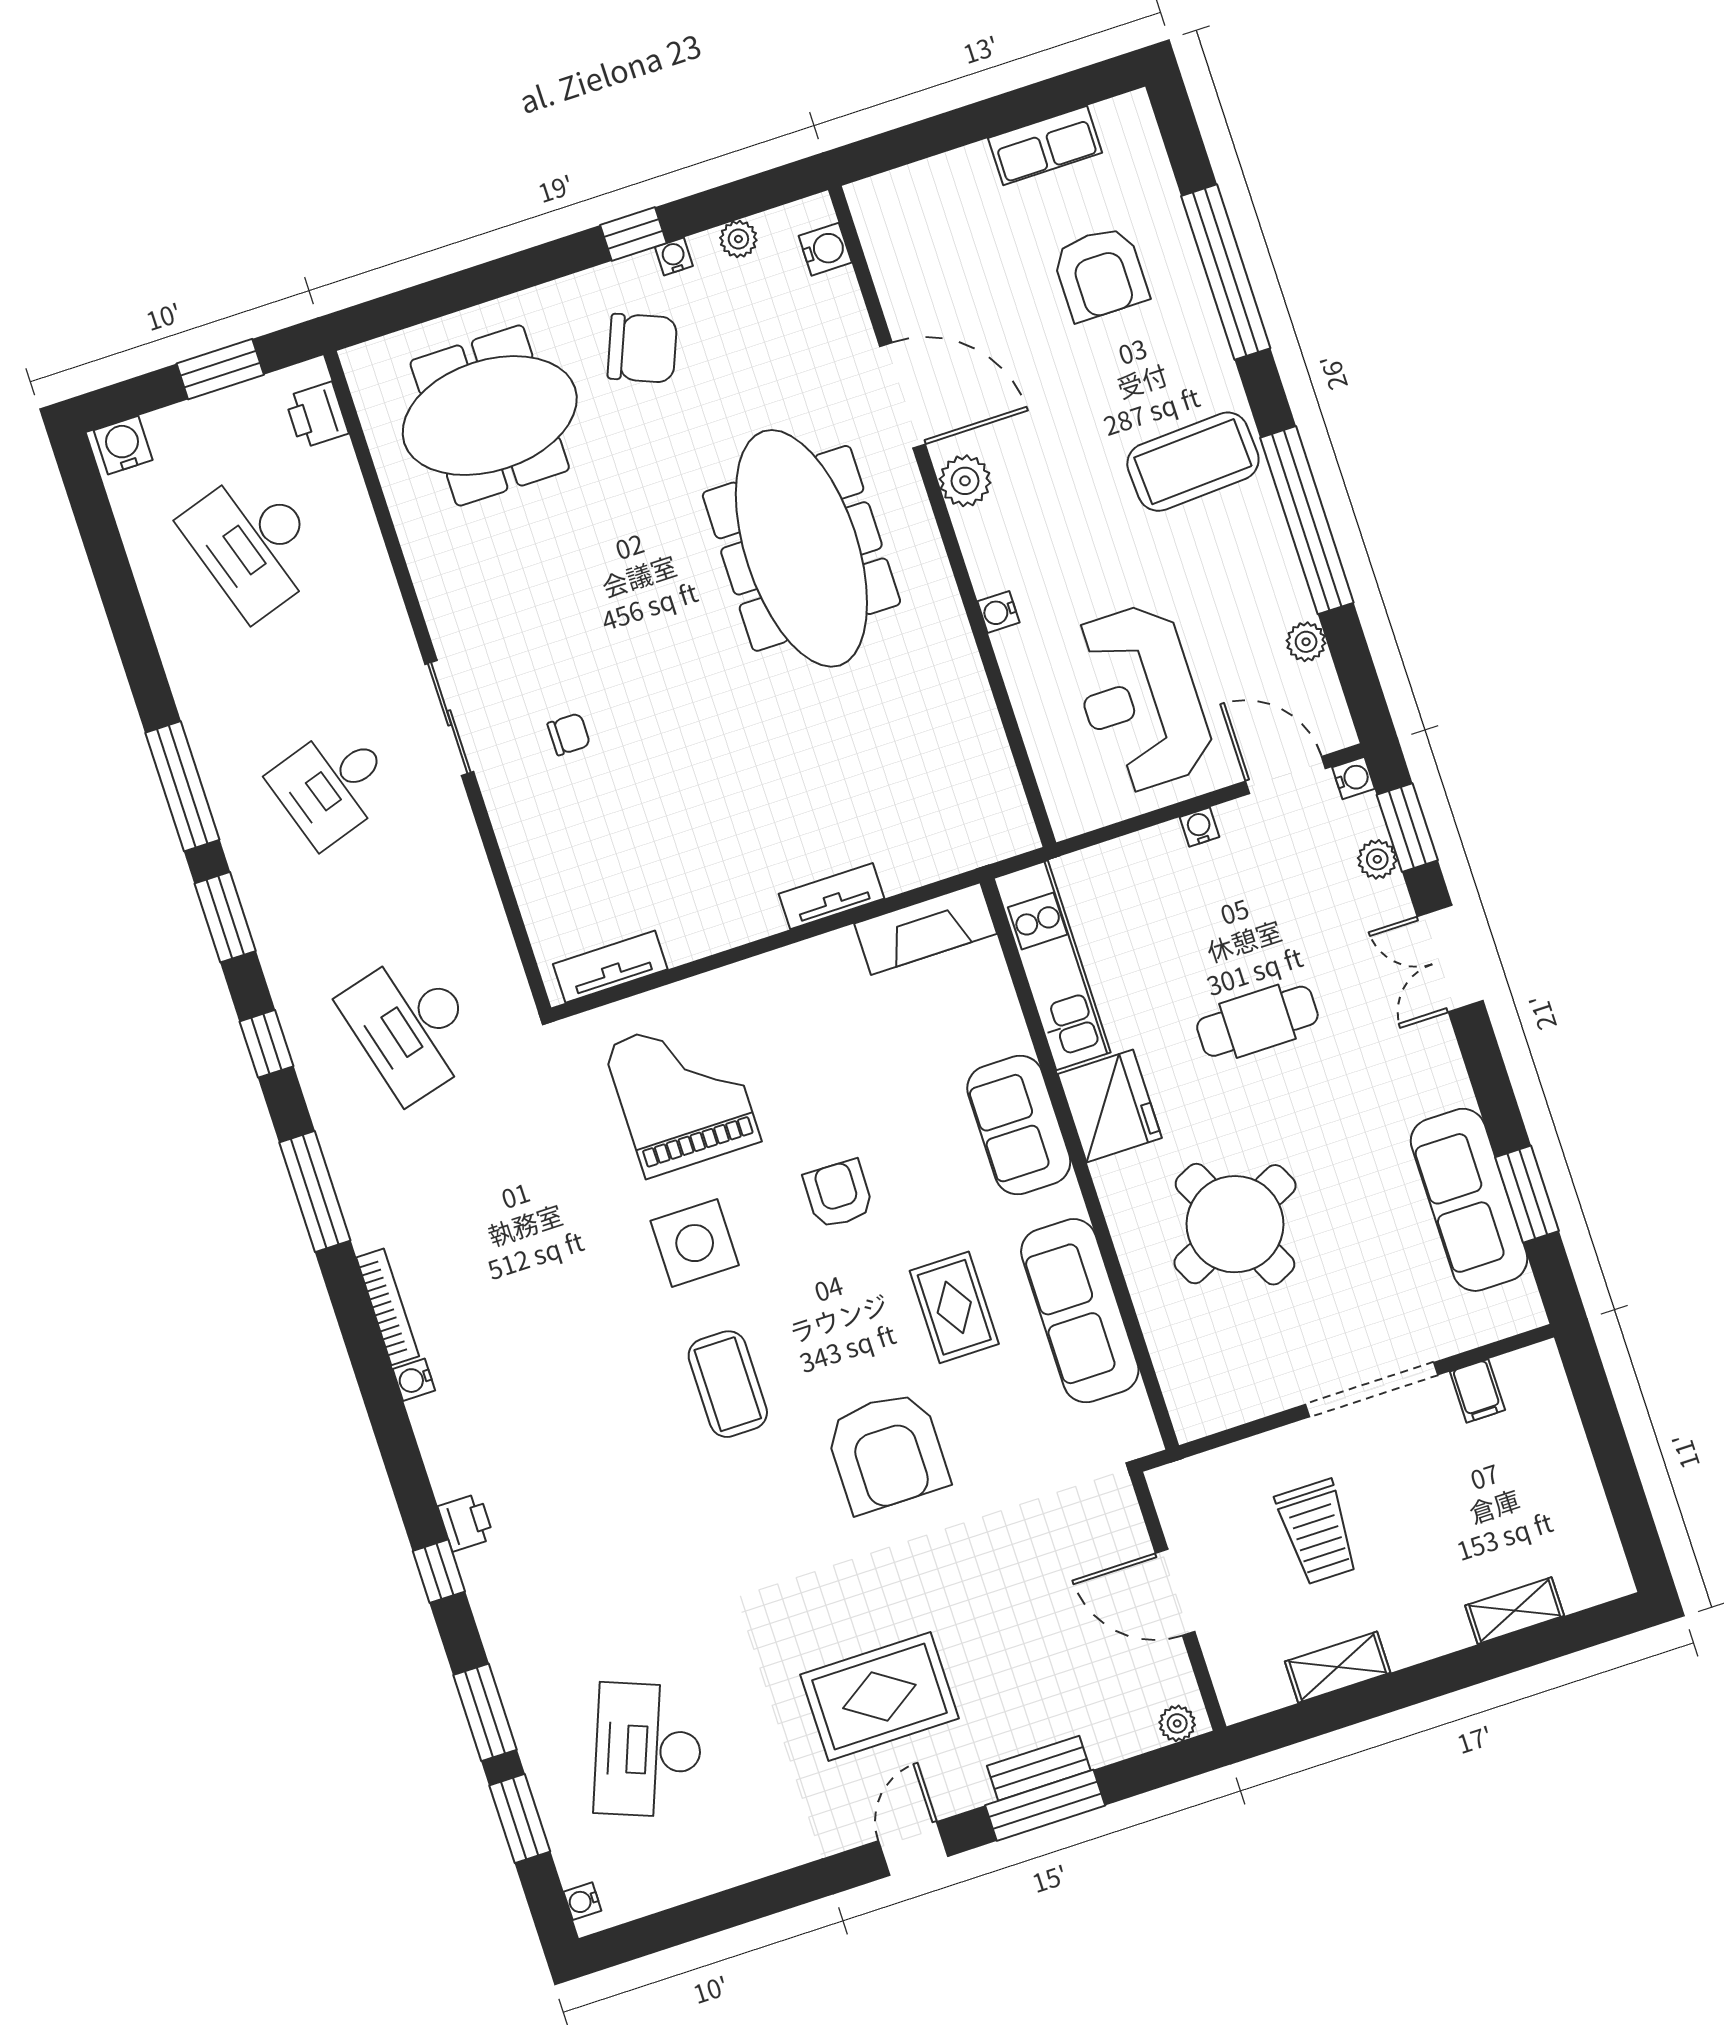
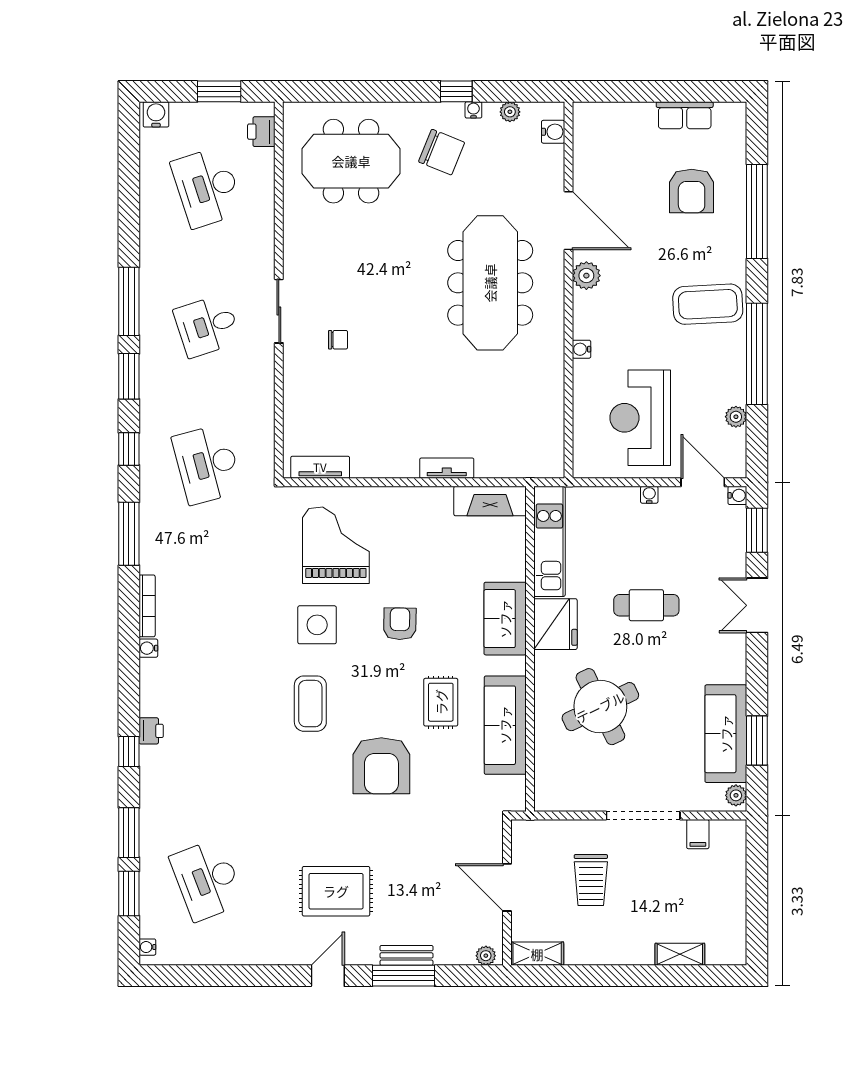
plant: (1377, 859) -> (736, 795), moved
shelving: (1338, 1667) -> (537, 954), moved
desk: (648, 1750) -> (207, 880), turned -42

